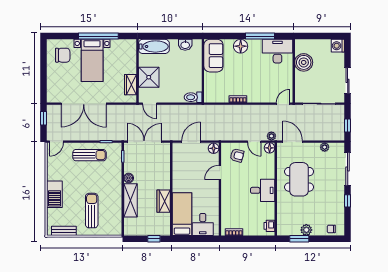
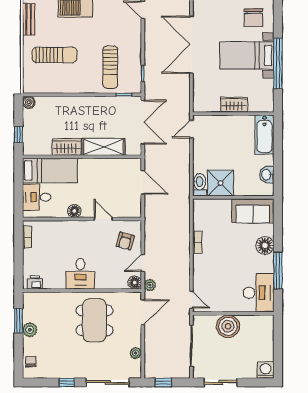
boiler: (304, 62) -> (228, 326), moved
shower: (149, 77) -> (221, 183), moved
wardrobe: (130, 85) -> (234, 105), moved
floor lamp: (214, 148) -> (74, 211), moved
sun lounger: (89, 155) -> (110, 67), moved
boiler: (129, 178) -> (29, 102), moved
dining table: (299, 179) -> (95, 320), turned 90
shelving: (130, 200) -> (104, 147), moved

